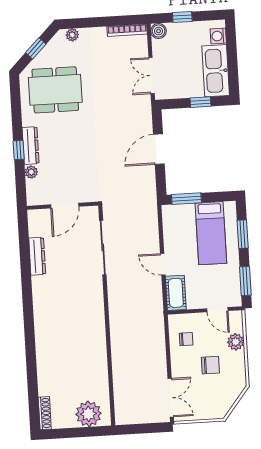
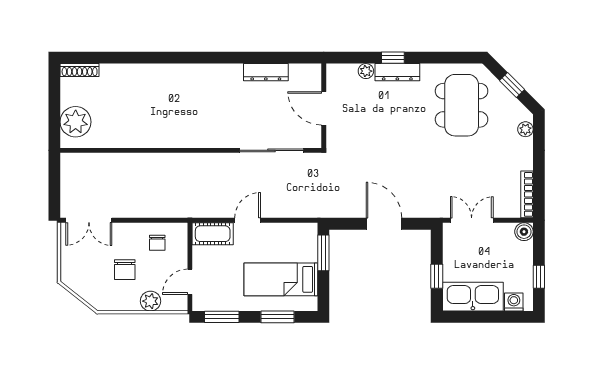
window: (182, 17) -> (539, 277), moved

